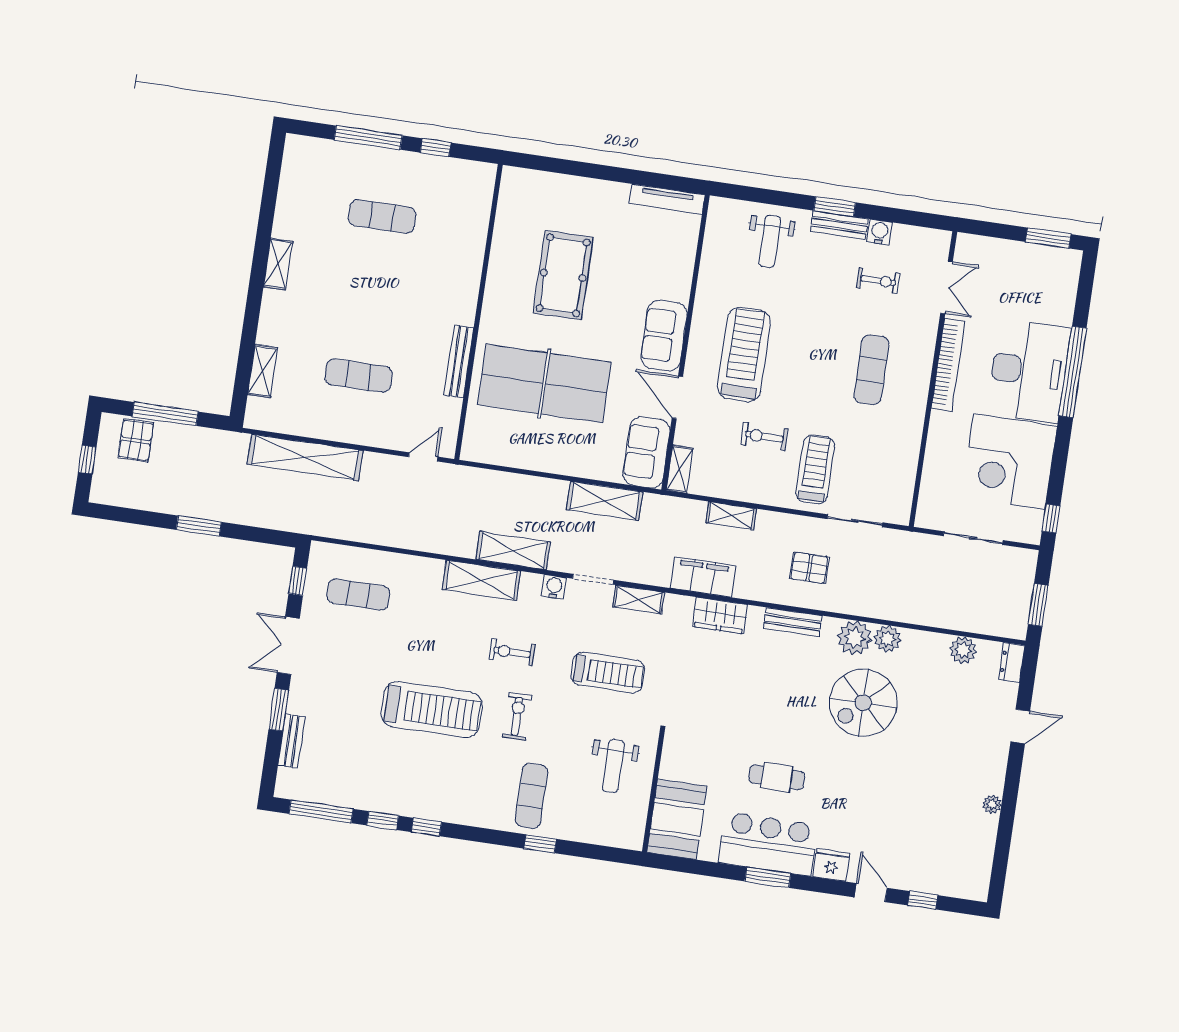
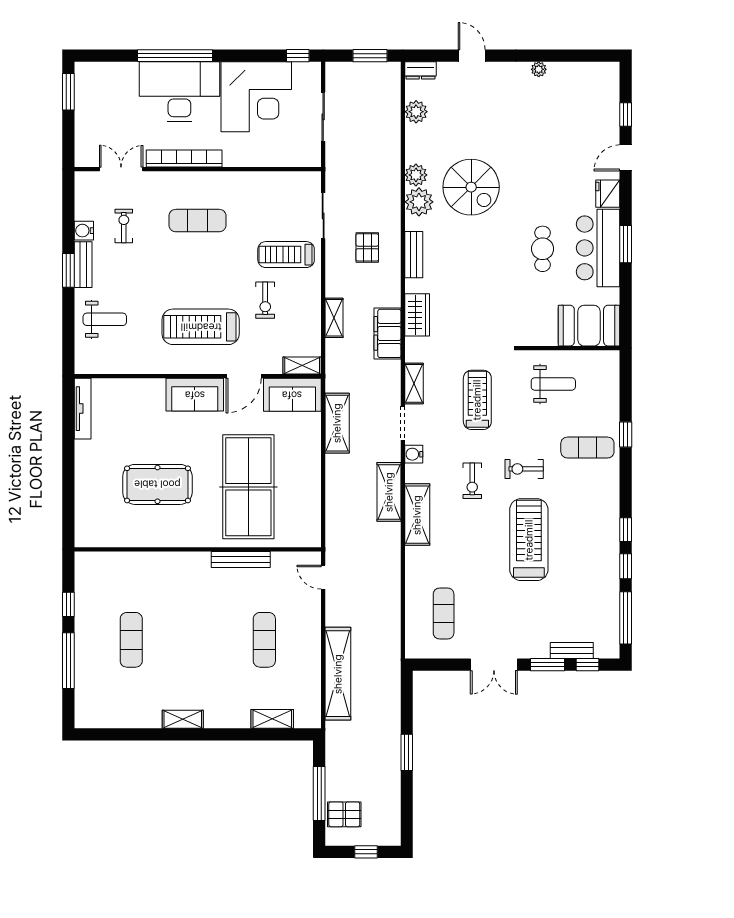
window: (298, 581) -> (587, 665), moved

